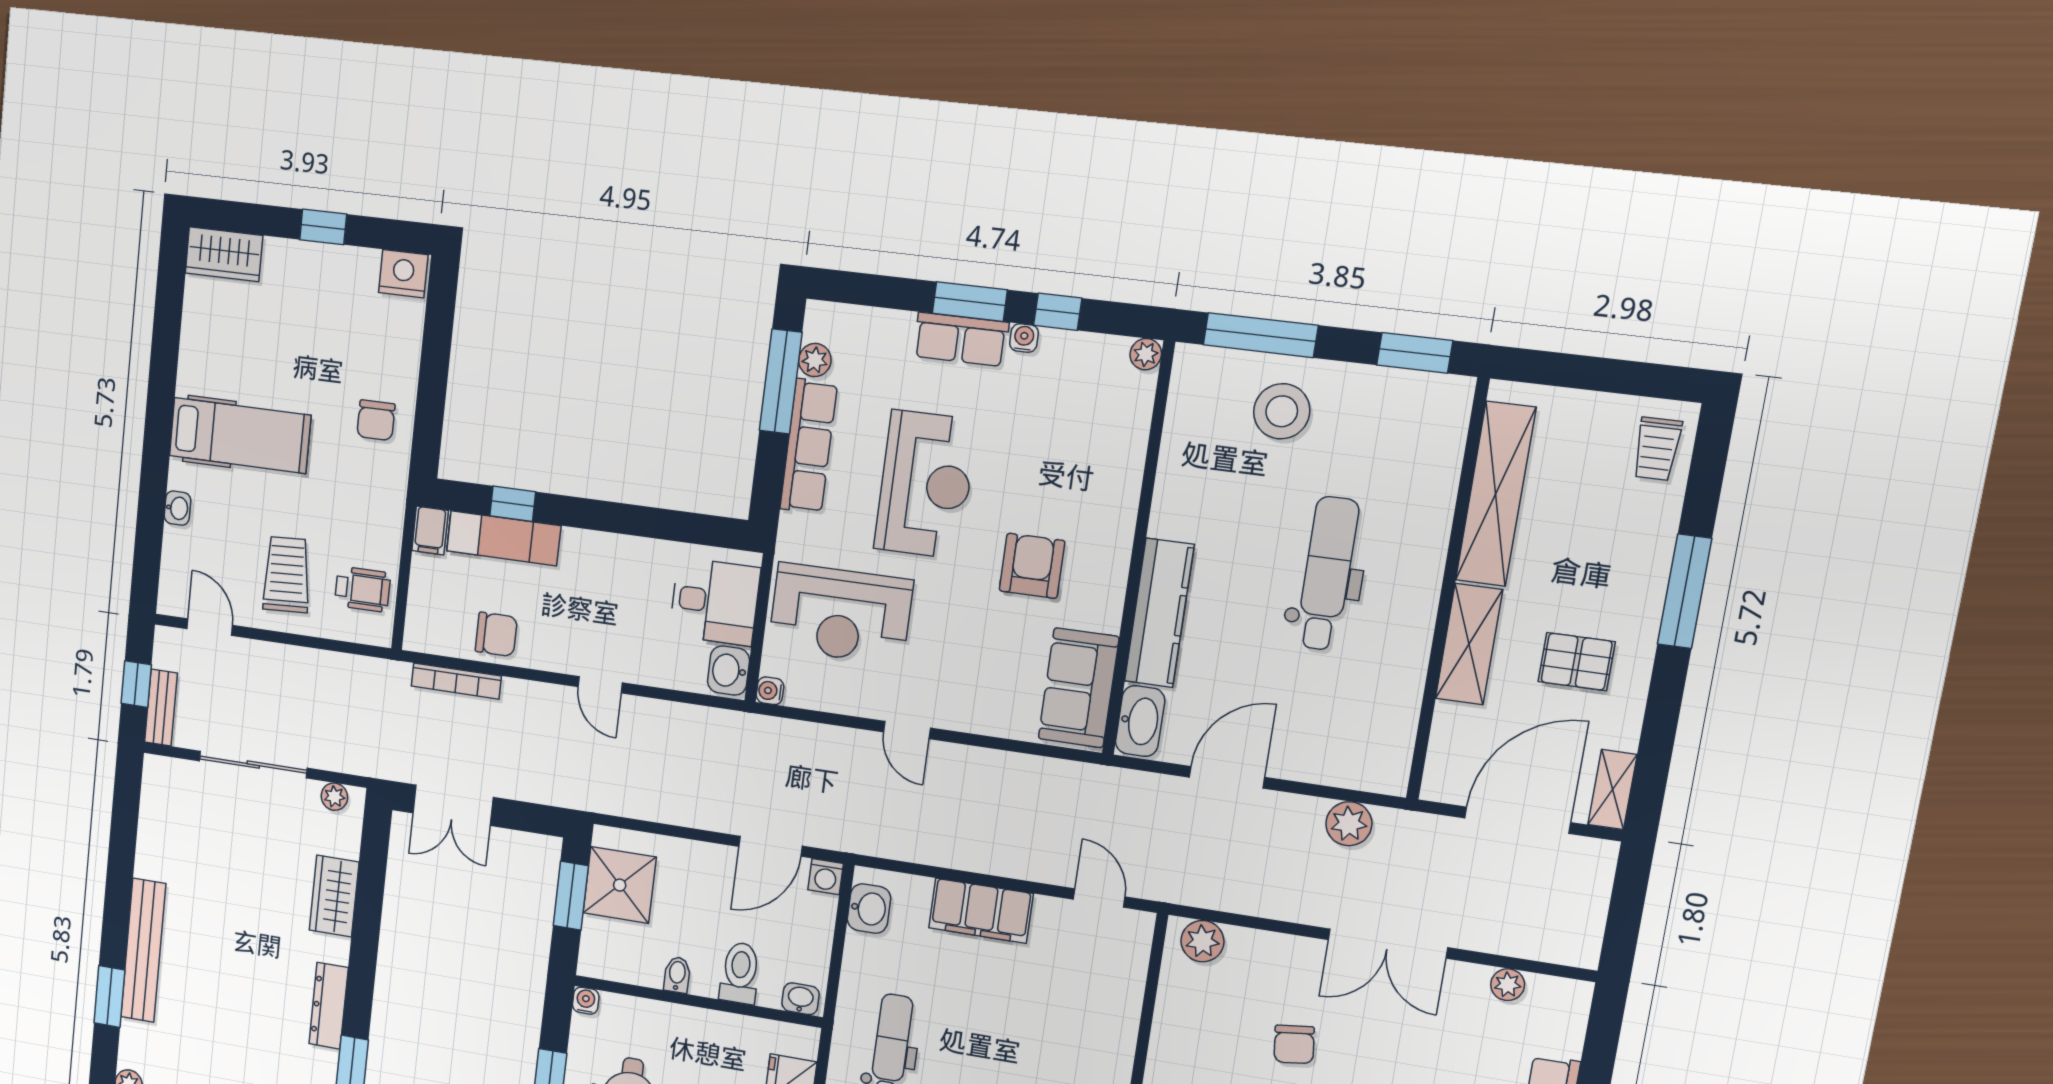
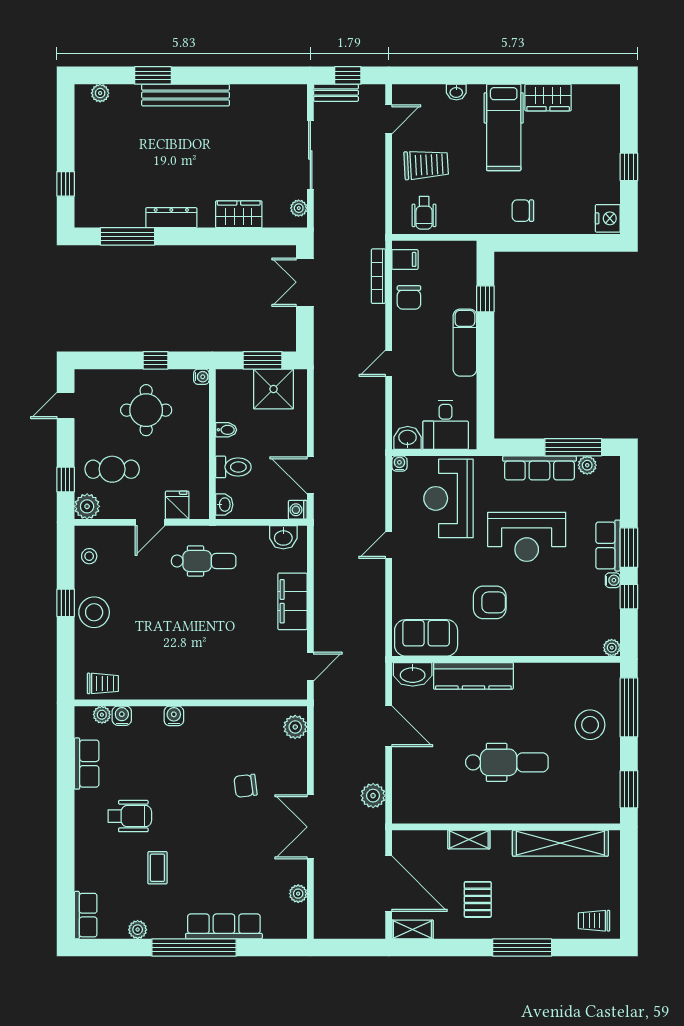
wardrobe: (224, 254) -> (548, 98), moved, turned -90
filing cabinet: (430, 531) -> (405, 259), moved, turned 180
exam couch: (504, 538) -> (465, 343), moved
shelving: (1469, 644) -> (469, 839), width x0.67, depth x0.75

